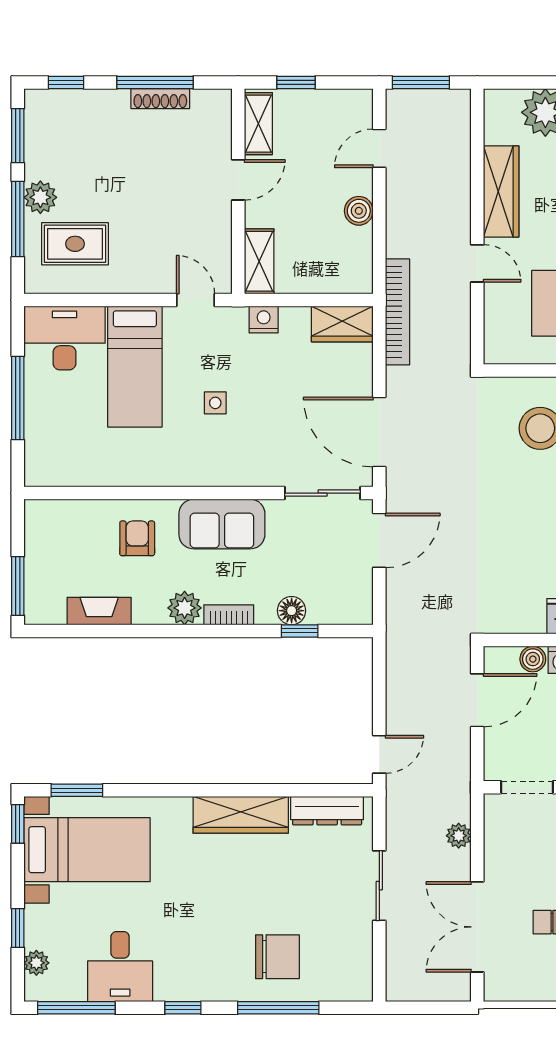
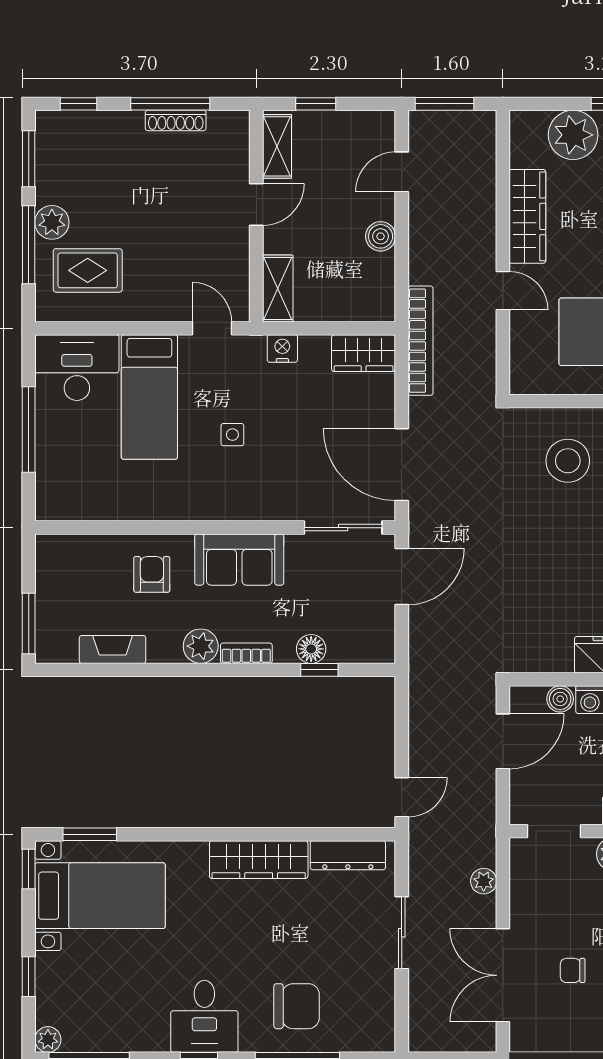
plant: (36, 963) -> (48, 1040), moved
desk: (120, 967) -> (204, 1016), moved

